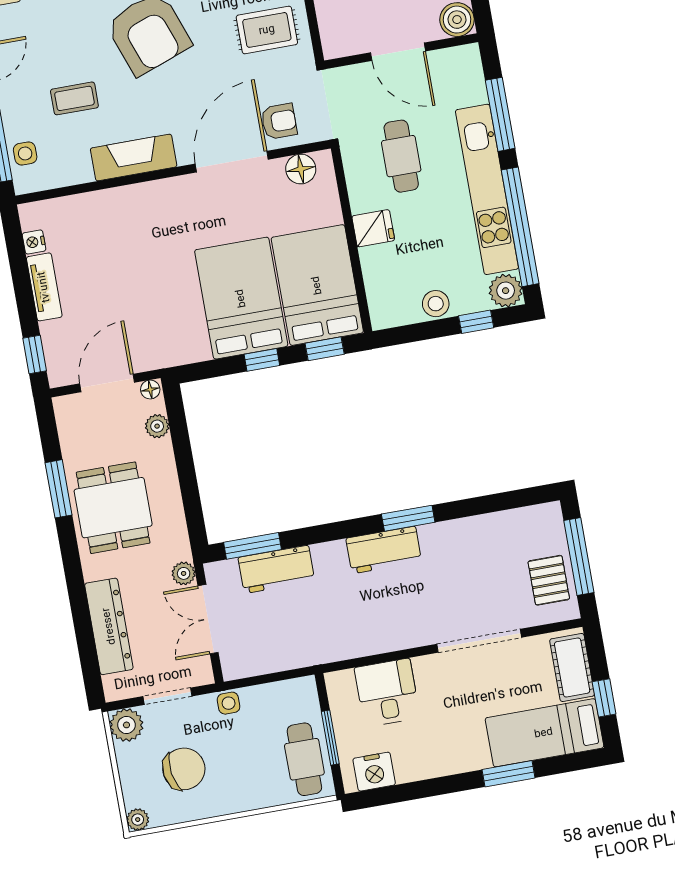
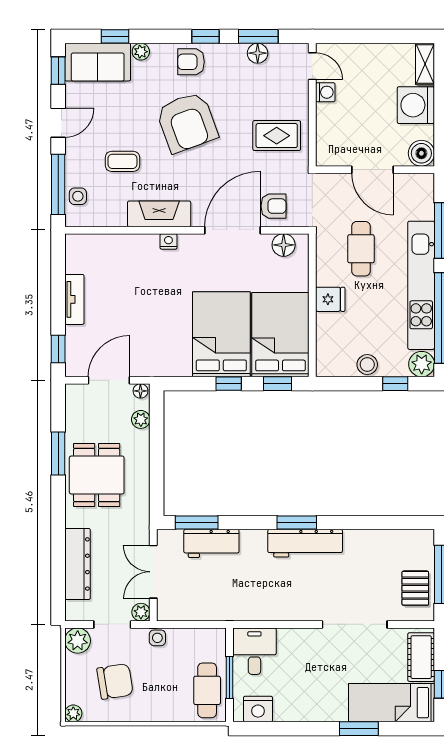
nightstand: (34, 242) -> (168, 241), moved, turned 90
window: (408, 518) -> (297, 523), moved
workbench: (384, 550) -> (305, 543), width x1.38
plant: (184, 573) -> (141, 612), moved
desk: (387, 693) -> (254, 651), moved

